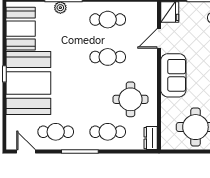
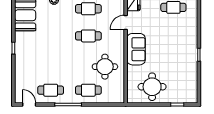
booth: (28, 83) -> (31, 55), removed
dresser: (151, 138) -> (120, 95), removed

